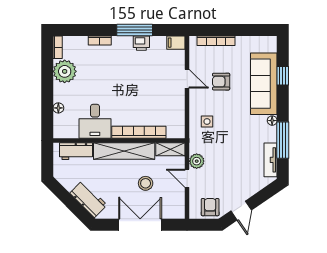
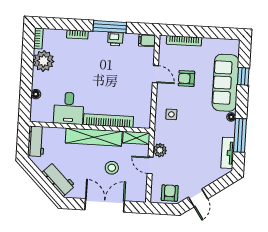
workbench: (76, 151) -> (36, 141), moved, turned -90

